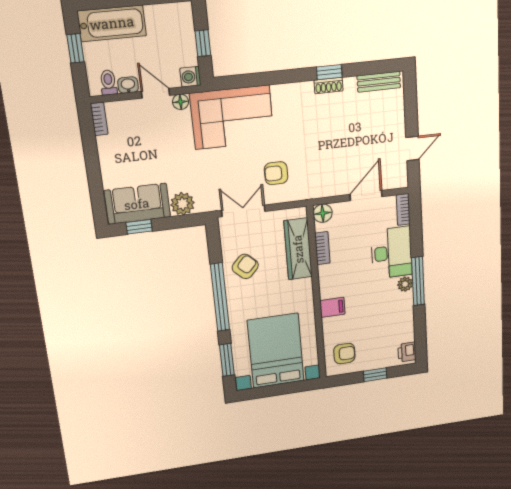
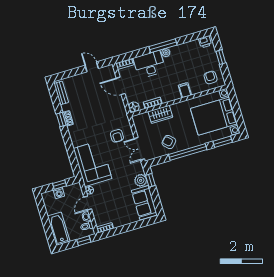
window: (75, 48) -> (84, 241), moved
washing machine: (190, 77) -> (59, 193), moved
window: (139, 227) -> (150, 180), moved
wardrobe: (298, 249) -> (160, 114), width x0.67

